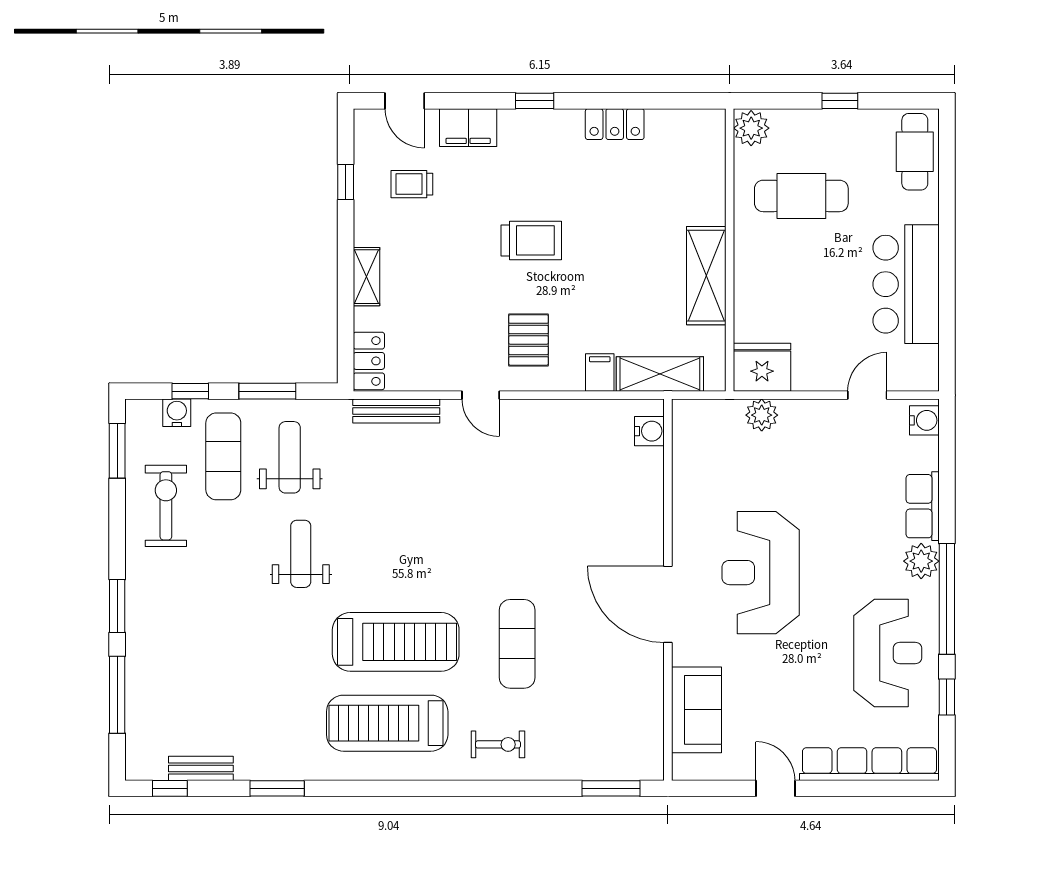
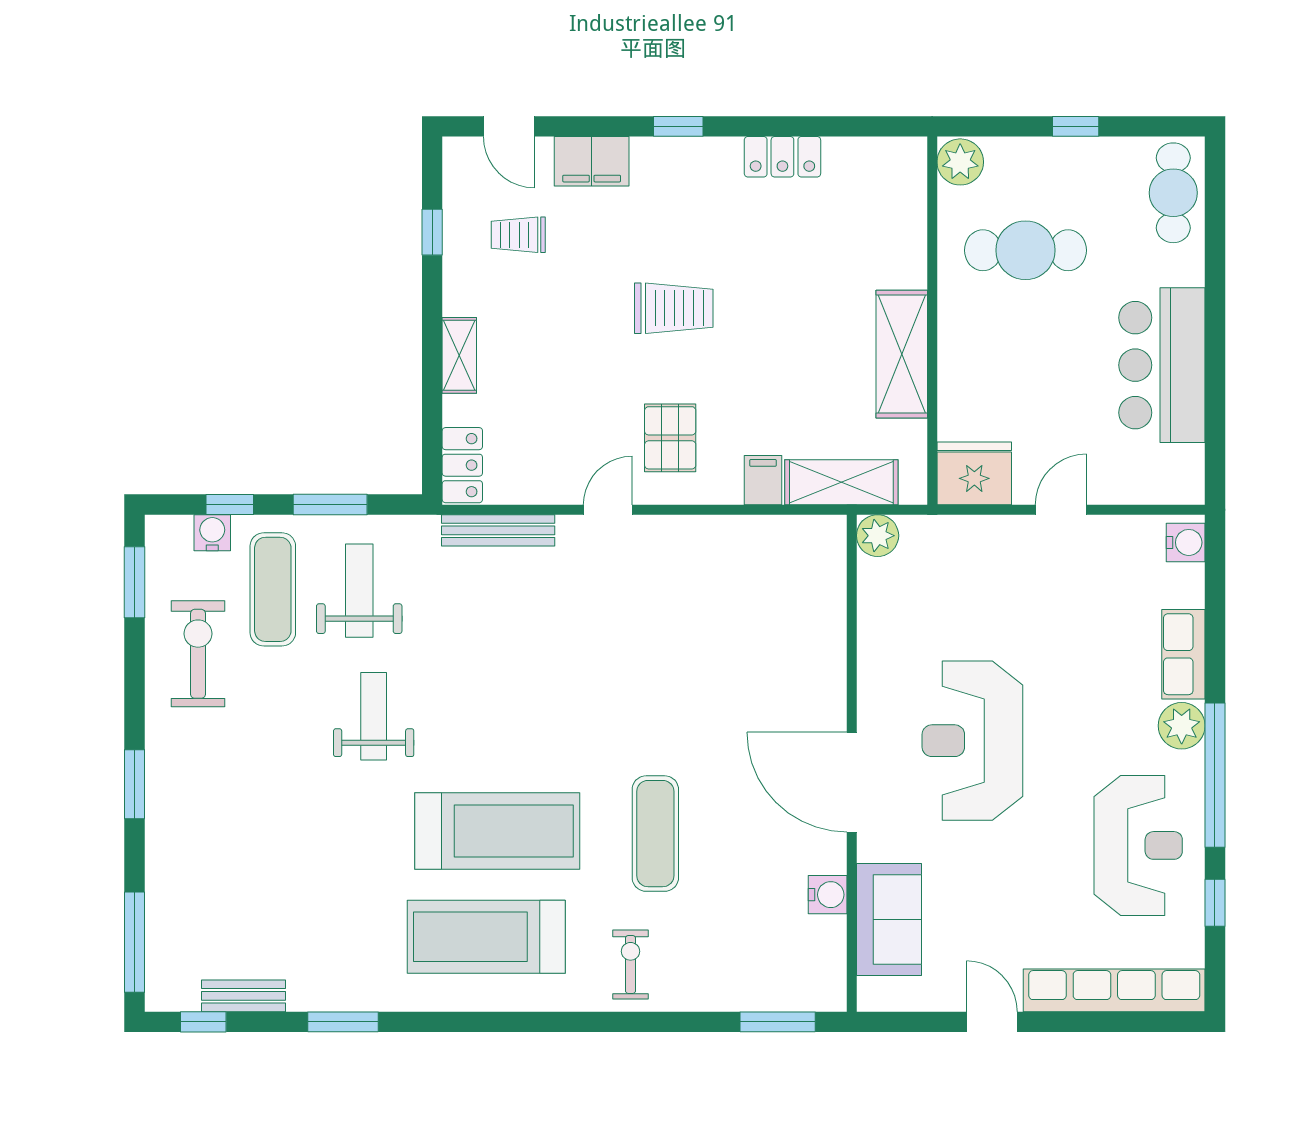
door: (481, 395) -> (608, 510), swing flipped
door: (867, 395) -> (1061, 510), moved
plant: (762, 415) -> (878, 536), moved
water cooler: (649, 431) -> (828, 895), moved
window: (117, 695) -> (134, 942), moved
exercise bike: (498, 744) -> (631, 964), turned -90

